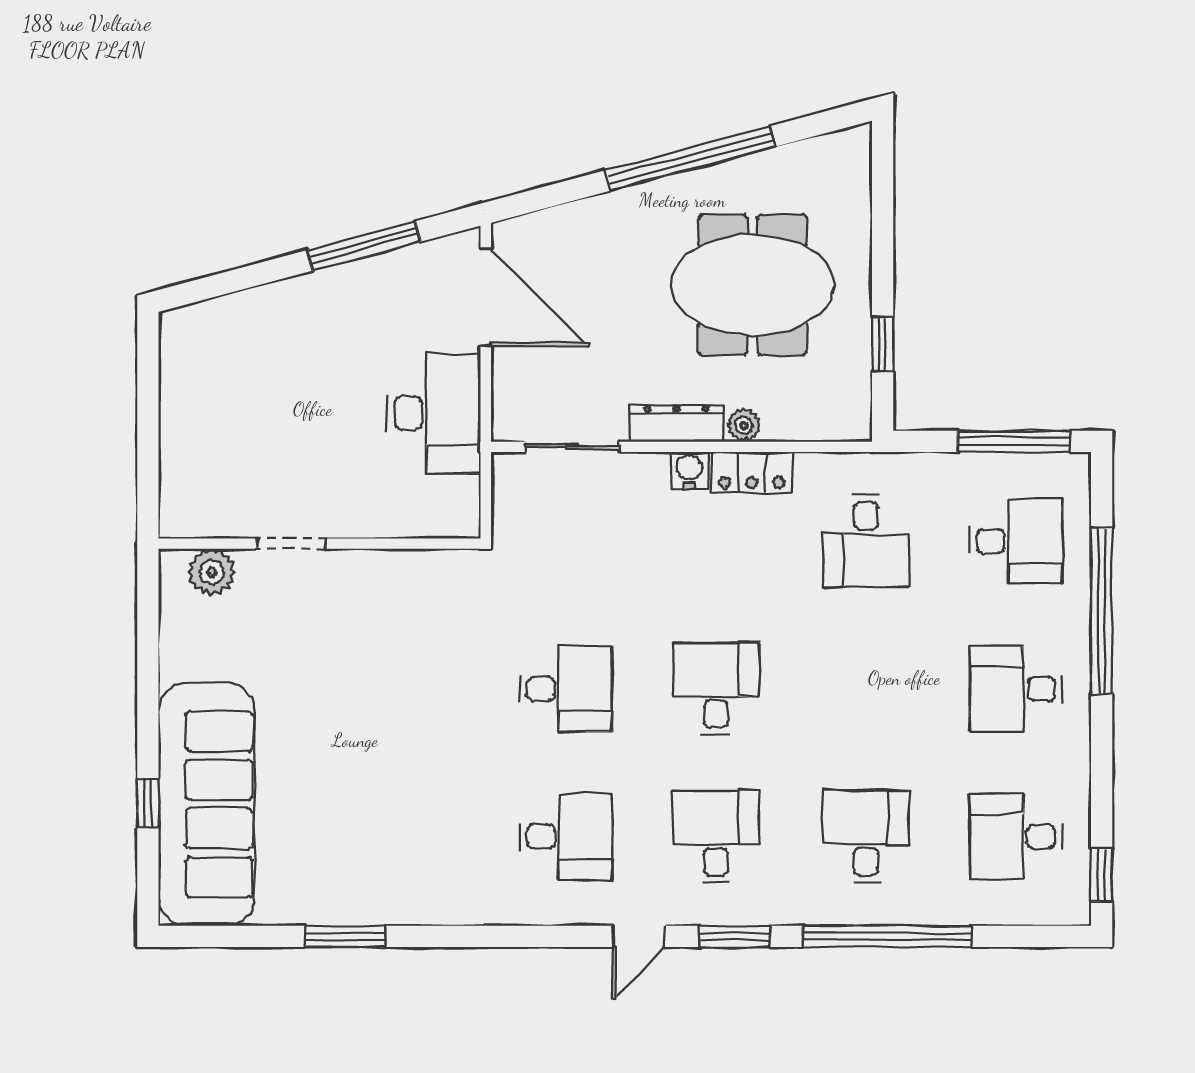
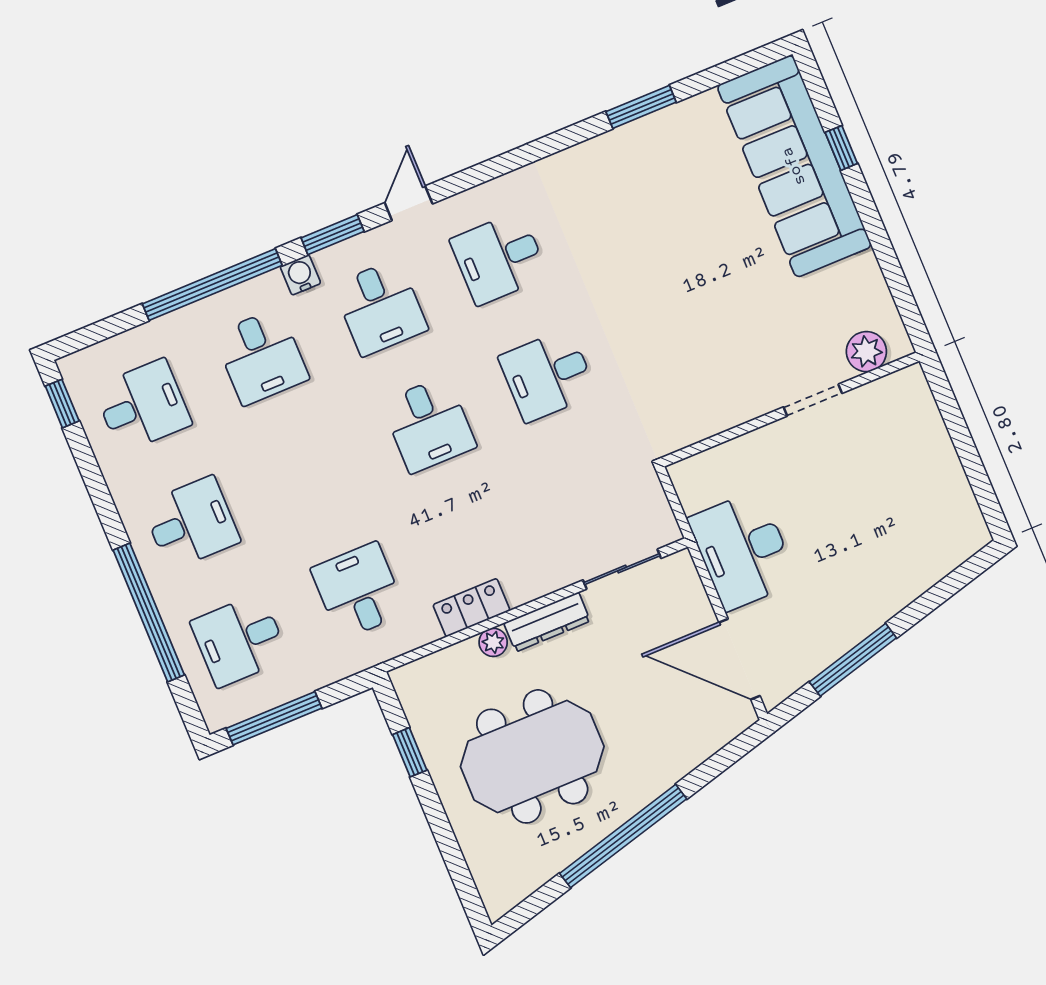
water cooler: (689, 470) -> (300, 275), moved, turned 180

